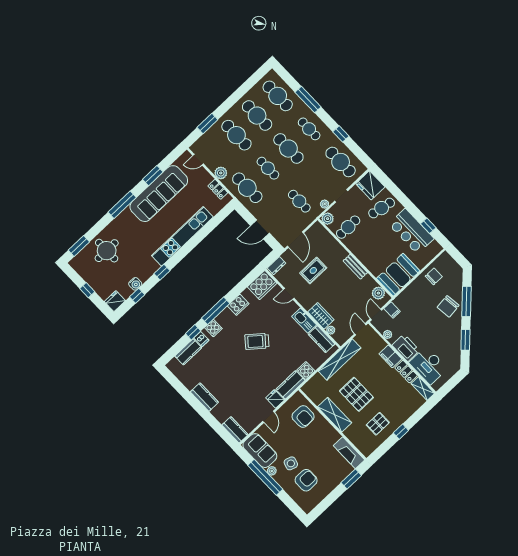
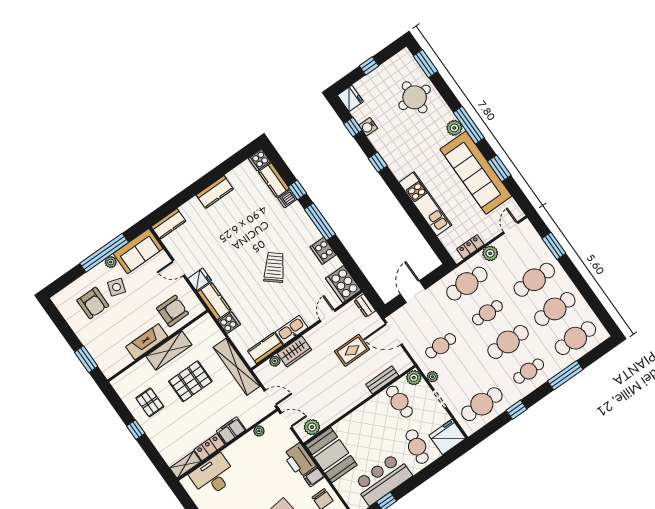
plant: (126, 216) -> (454, 128), added
kitchen unit: (182, 236) -> (425, 204), width x0.73
bench: (355, 267) -> (382, 380), moved
rug: (313, 270) -> (352, 350), turned 90
filing cabinet: (392, 310) -> (314, 477), moved
cooker: (213, 328) -> (259, 160), moved
printer: (406, 348) -> (300, 460), moved, turned 90
armchair: (303, 416) -> (173, 311), turned 180
fireplace: (349, 453) -> (147, 342), moved

